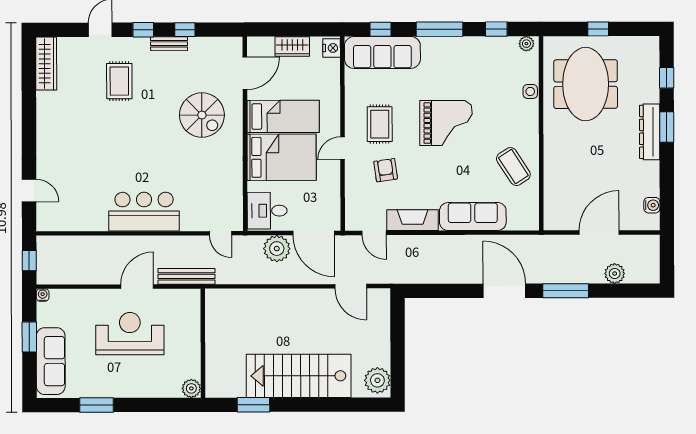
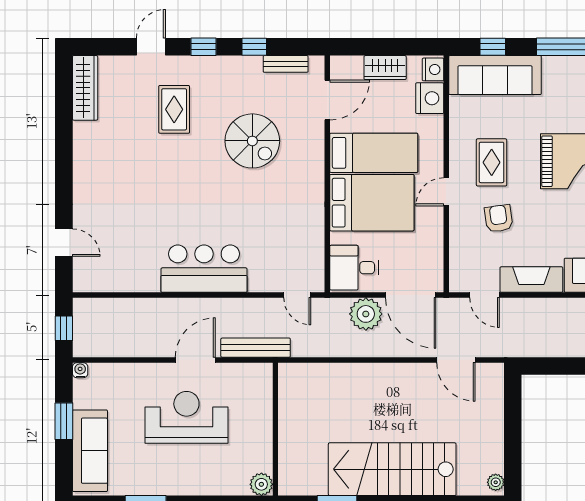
bench: (169, 44) -> (286, 64), moved
nightstand: (329, 72) -> (430, 98), added
spiral stairs: (202, 115) -> (252, 141), moved
plant: (377, 380) -> (496, 482), width x0.53, depth x0.53

